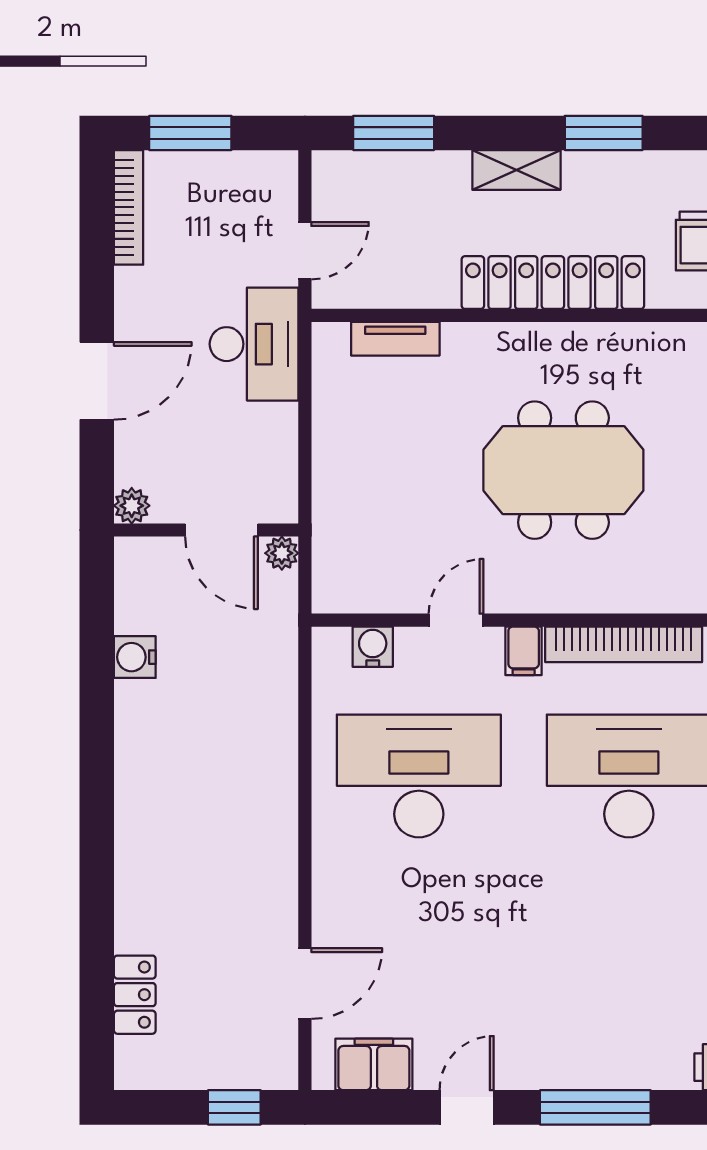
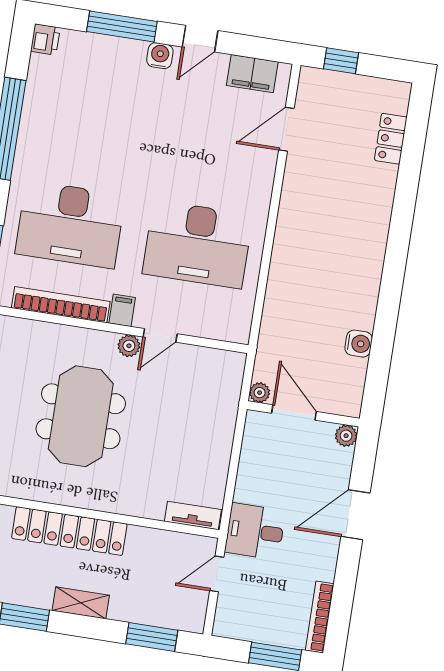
tv unit: (395, 339) -> (193, 516), moved
desk: (254, 344) -> (255, 531), width x0.73
meeting table: (563, 470) -> (81, 416), turned 90
plant: (504, 596) -> (129, 346), added
water cooler: (373, 647) -> (160, 56), moved, turned 180

